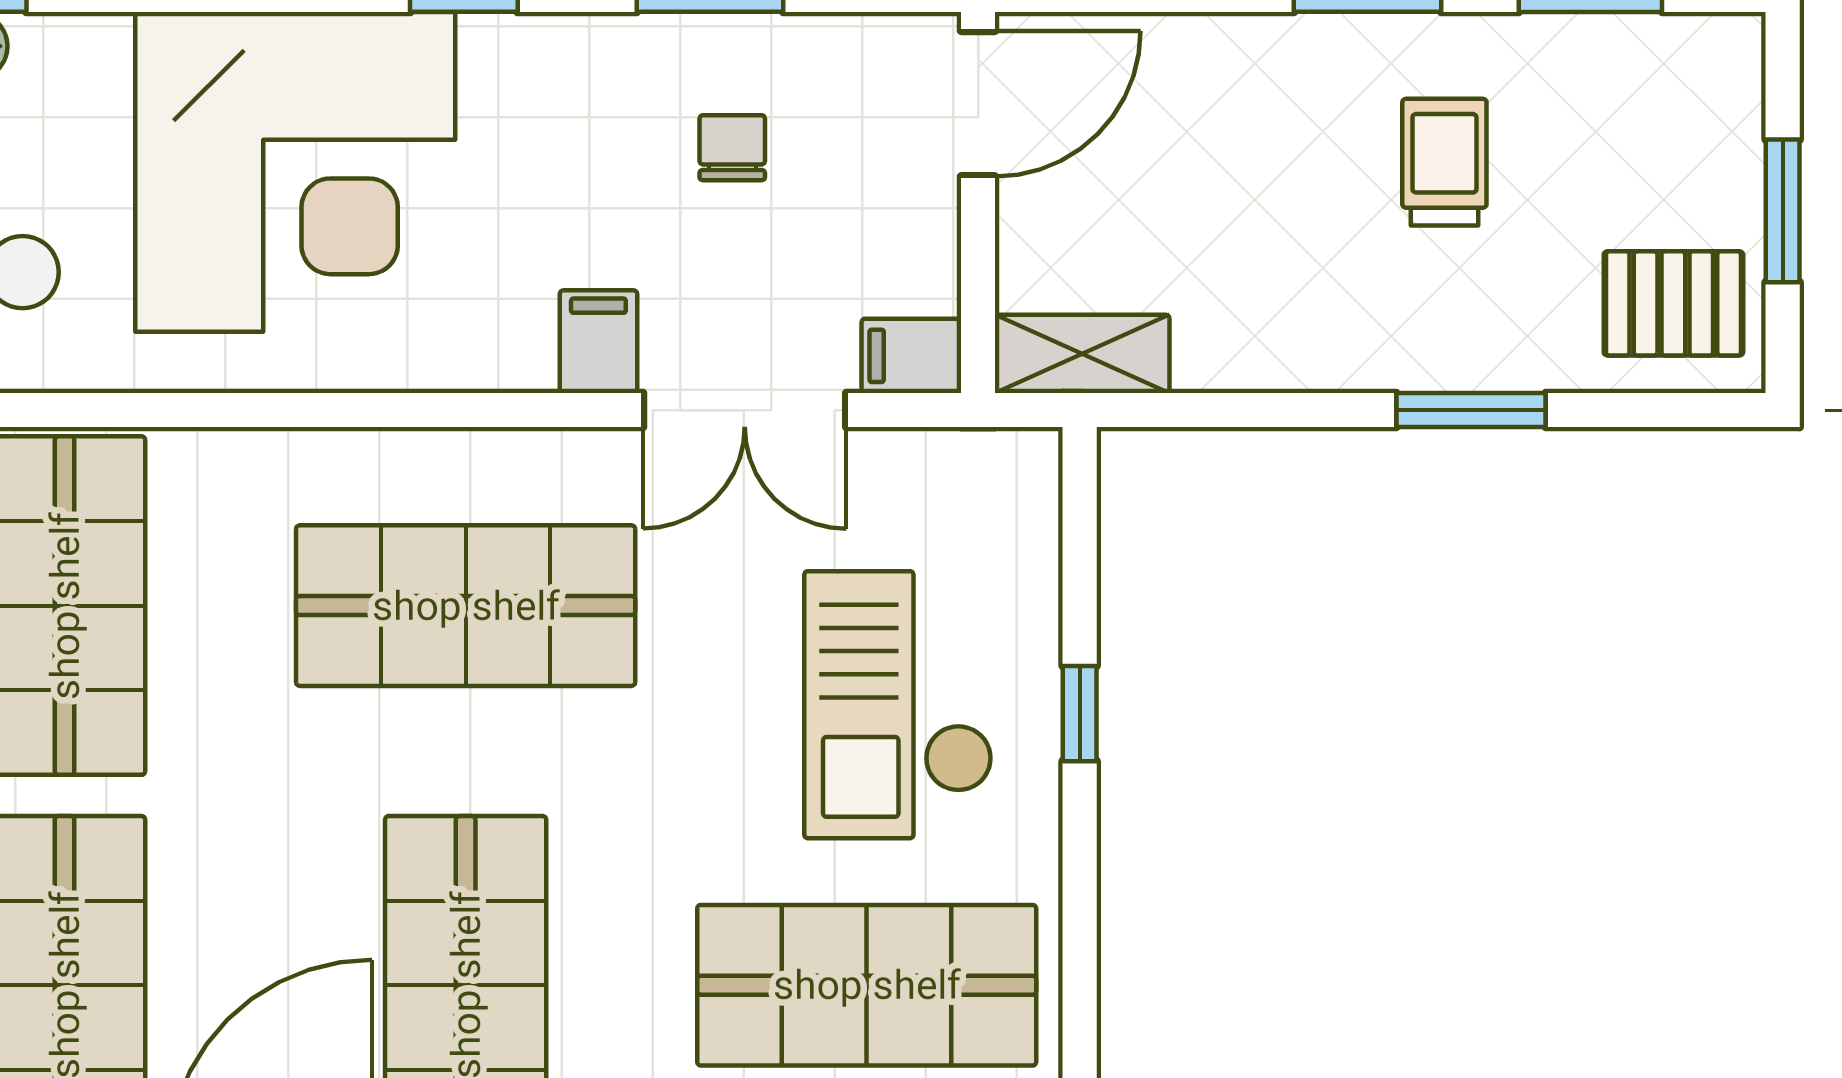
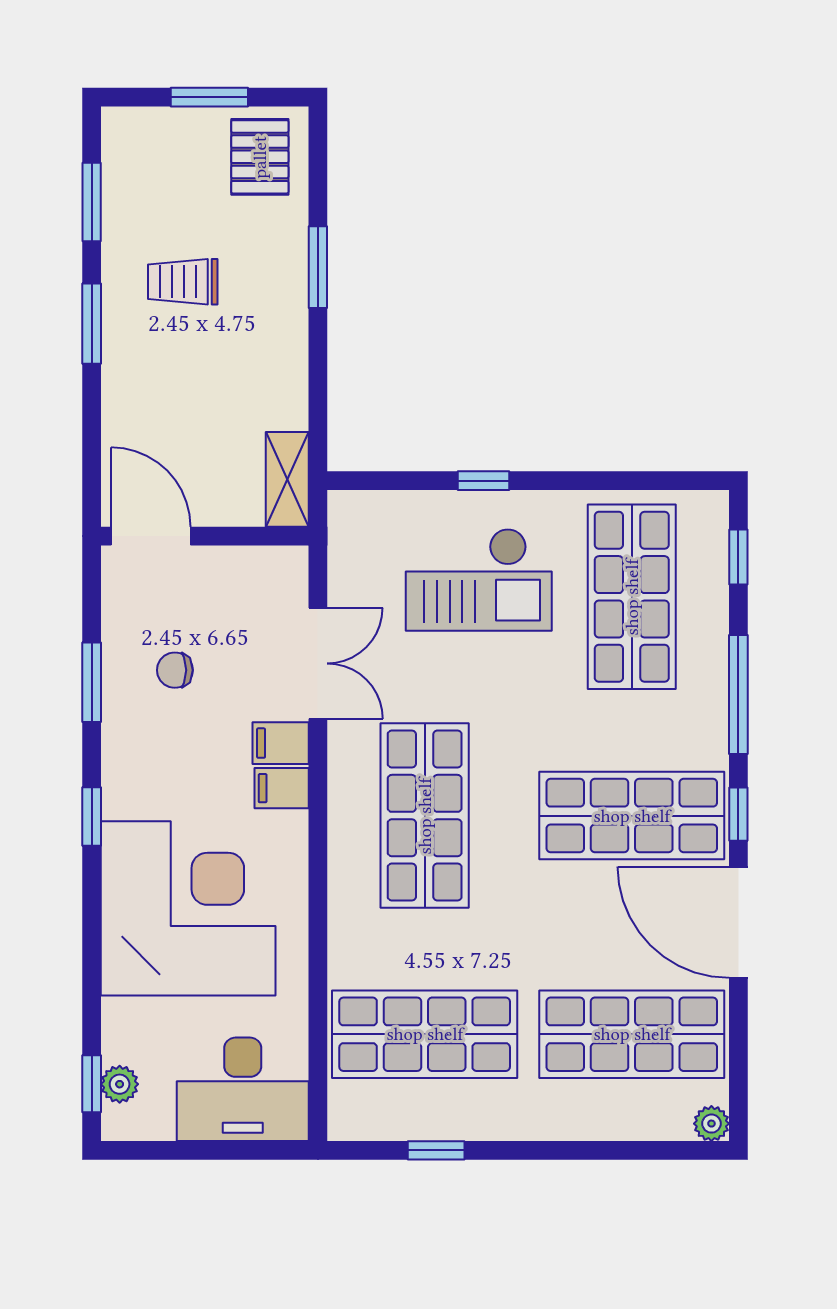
filing cabinet: (911, 356) -> (282, 788), moved, turned 90

